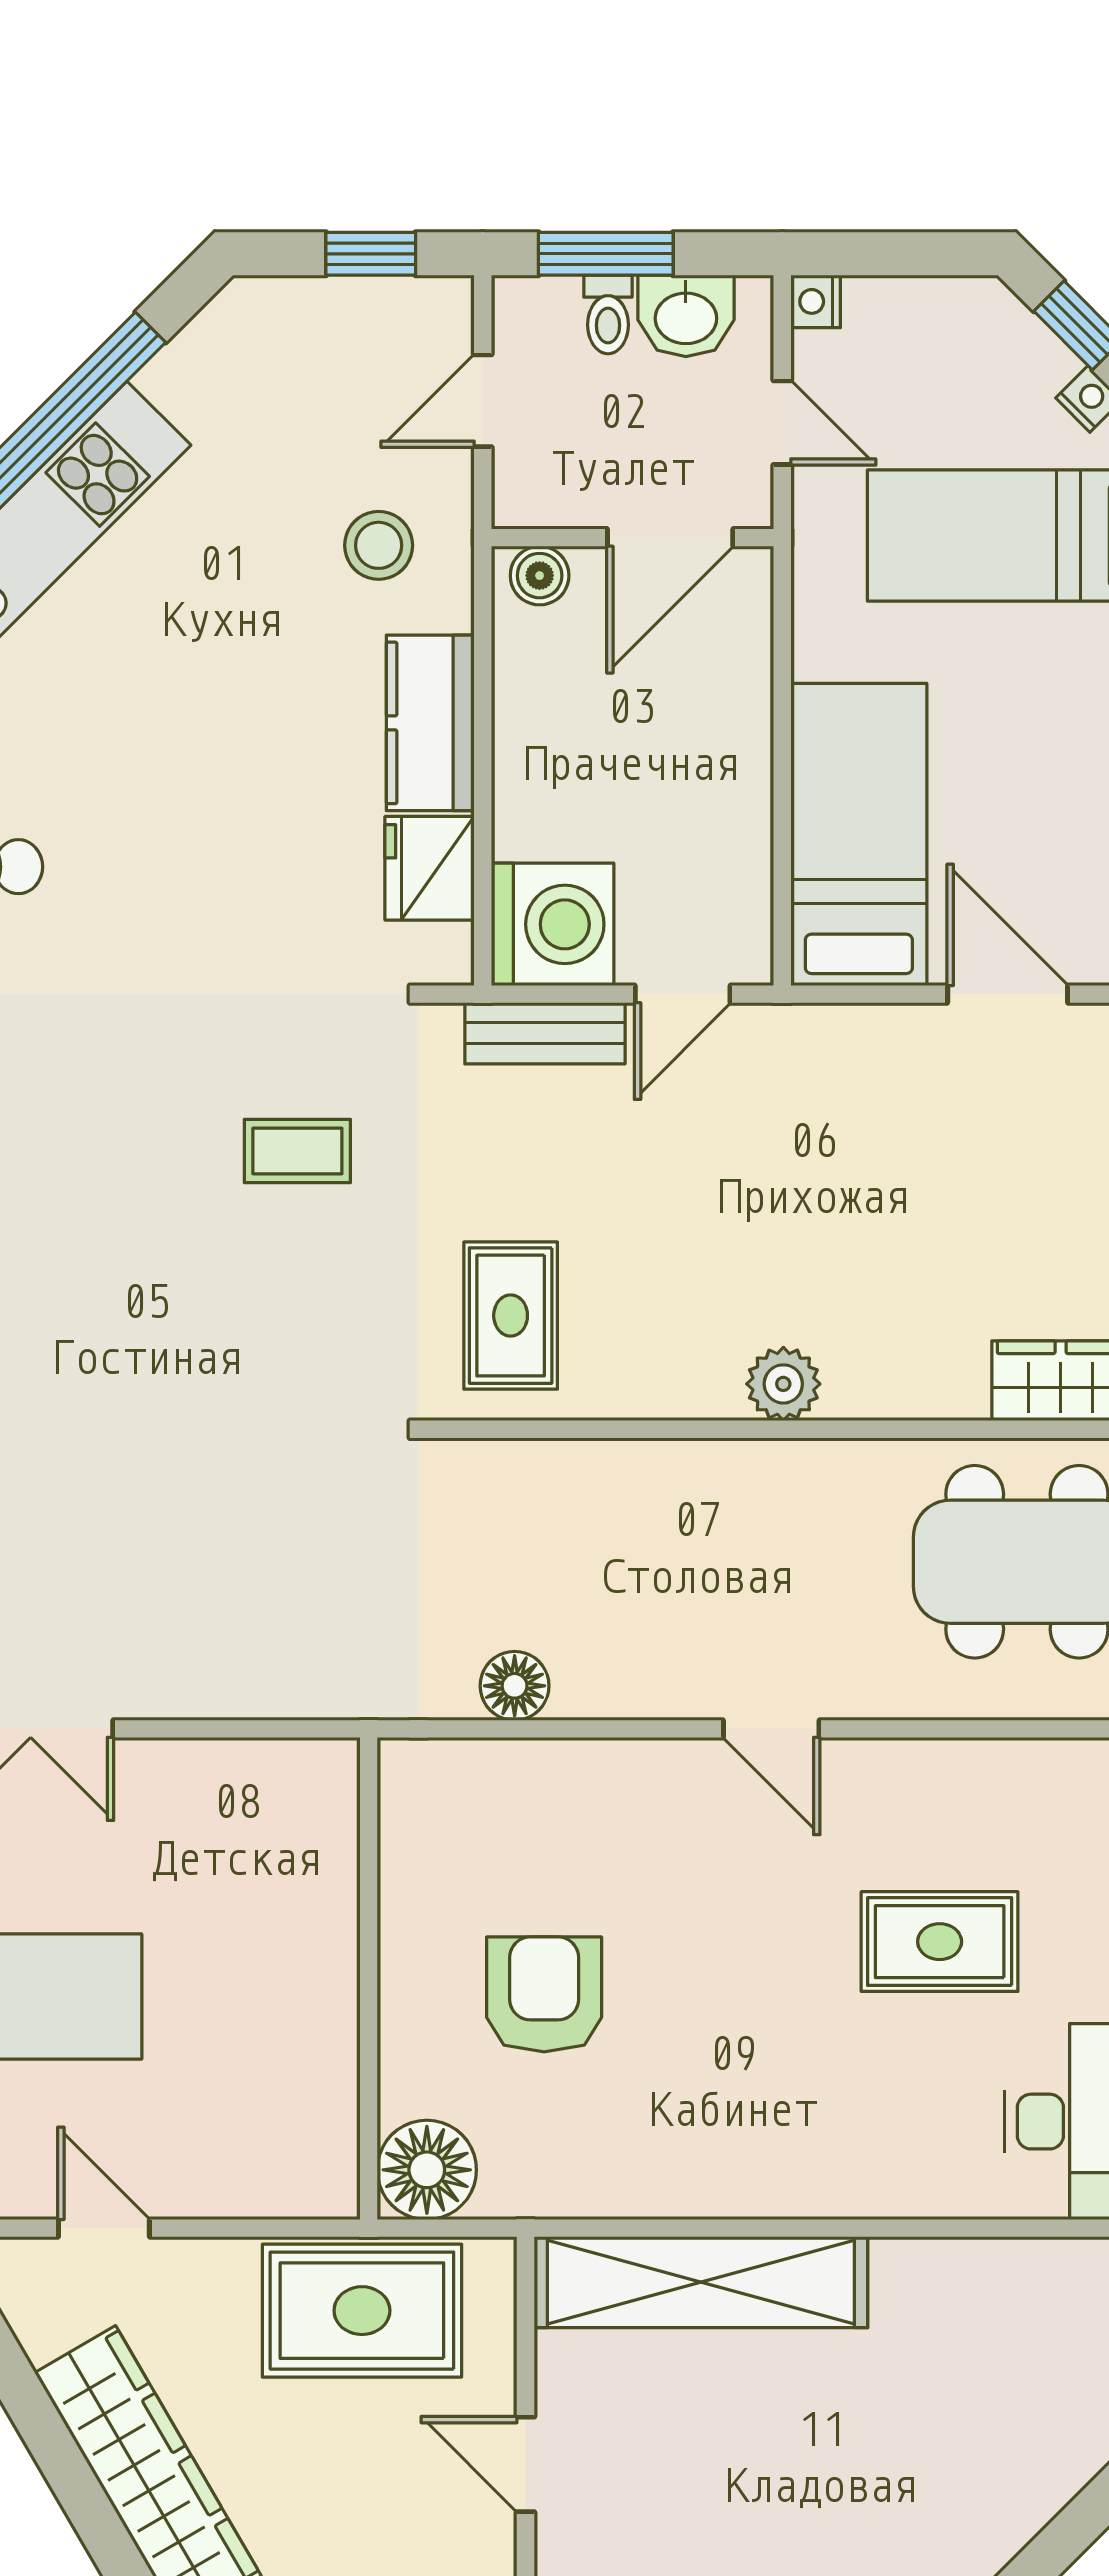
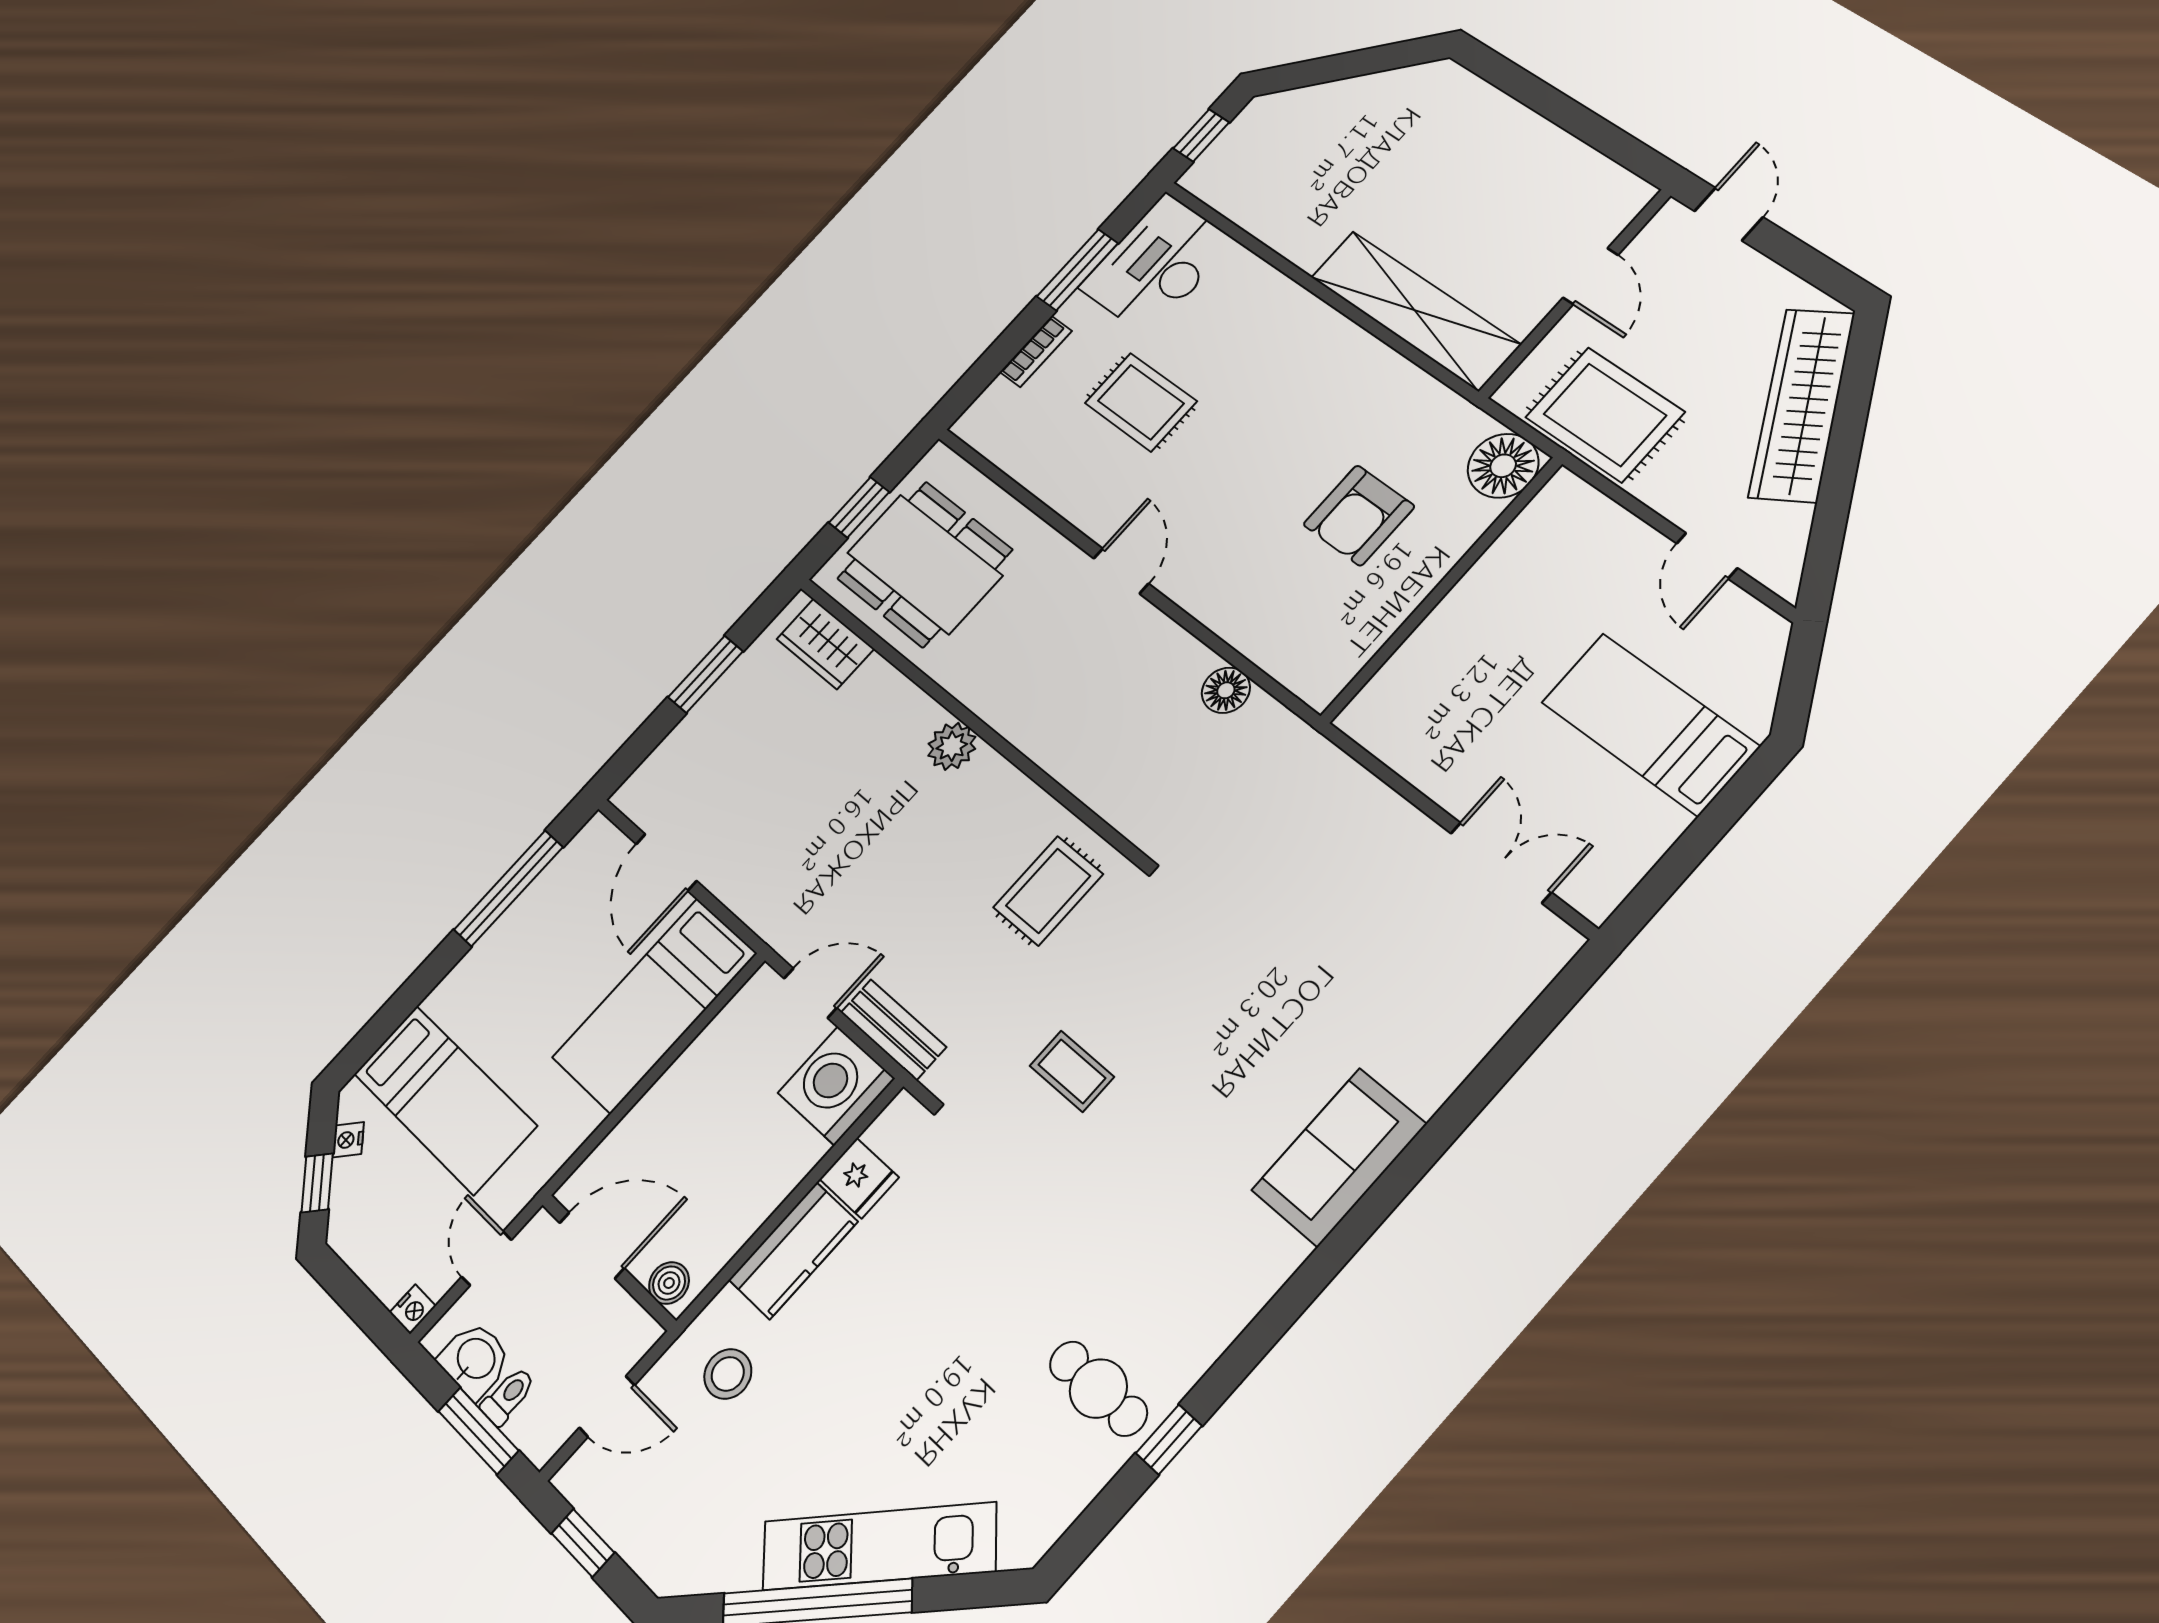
fridge: (430, 868) -> (859, 1178), width x0.72

